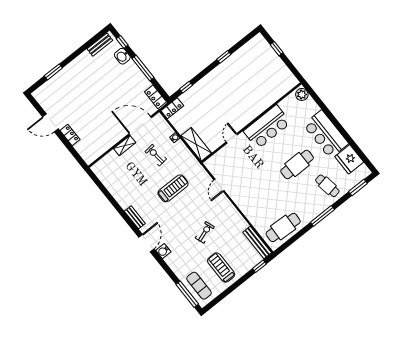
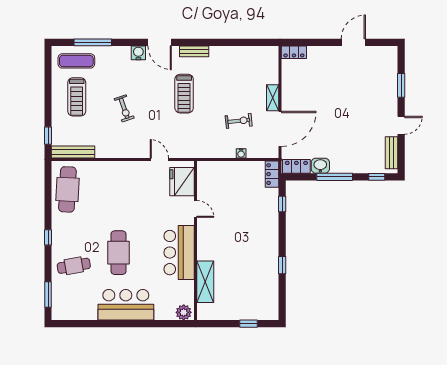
door: (78, 52) -> (401, 125), added
washbasin: (122, 56) -> (320, 166), moved
locker: (70, 135) -> (294, 52), moved
shelving: (196, 144) -> (205, 282), moved, turned 90
fridge: (349, 159) -> (182, 182), moved, turned -90
treadmill: (173, 188) -> (184, 94), moved
window: (322, 216) -> (48, 237), width x0.46
treadmill: (221, 268) -> (77, 97), turned 90
window: (187, 294) -> (93, 42), moved

